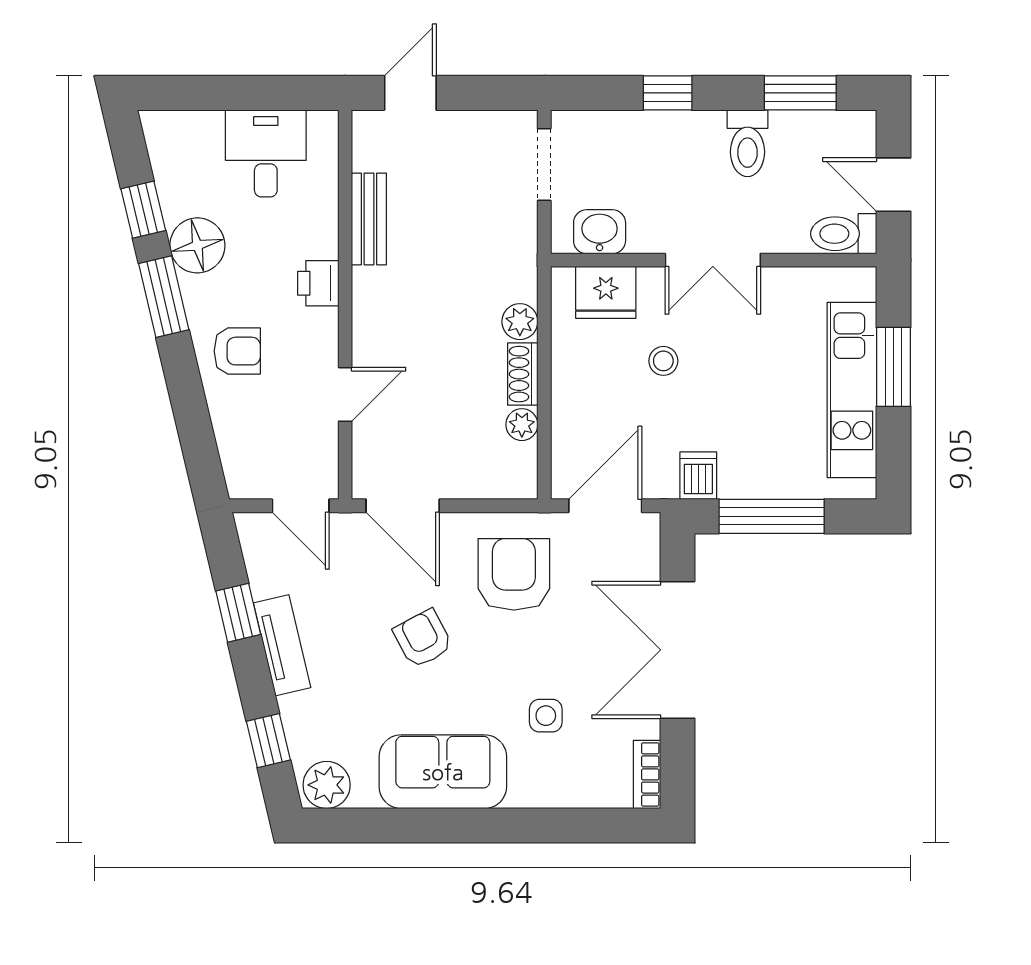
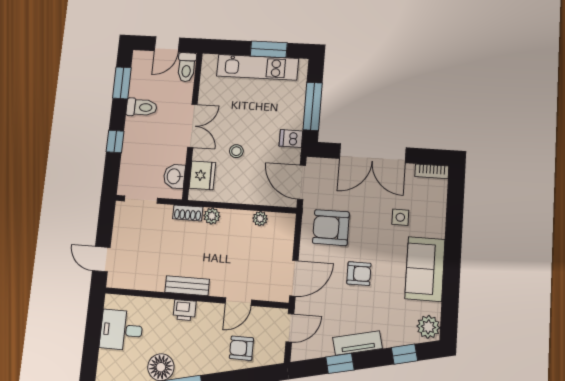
bench: (369, 219) -> (187, 286), moved
armchair: (237, 351) -> (241, 348), moved, turned -90
window: (894, 367) -> (269, 49), moved
shoe rack: (523, 374) -> (188, 213), moved
door: (345, 394) -> (238, 302), swing flipped
armchair: (423, 639) -> (359, 274), turned -152

